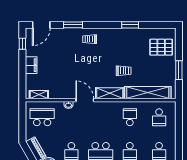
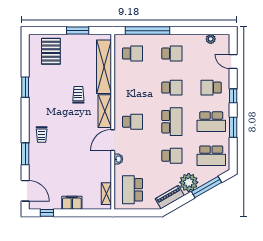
school desk: (130, 117) -> (133, 122), moved, turned 180
window: (179, 130) -> (147, 31), added

